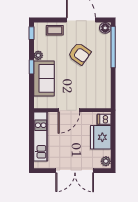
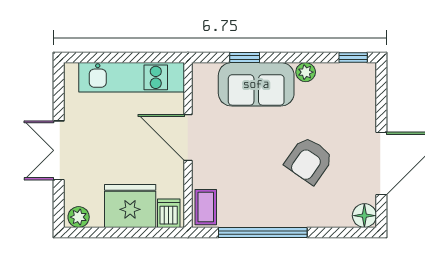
coffee table: (55, 30) -> (206, 207), moved
window: (113, 47) -> (263, 232), moved
window: (31, 67) -> (245, 58), moved
double door: (75, 171) -> (59, 150), width x0.73

